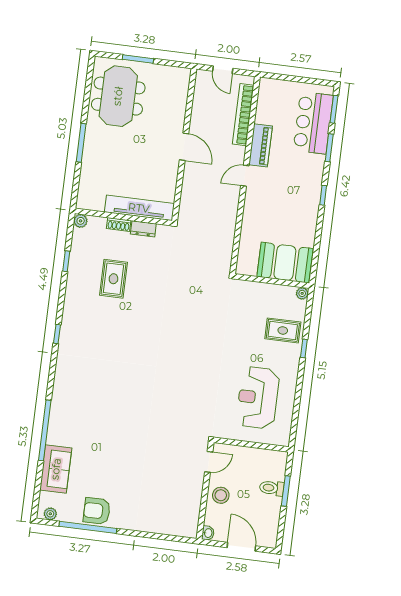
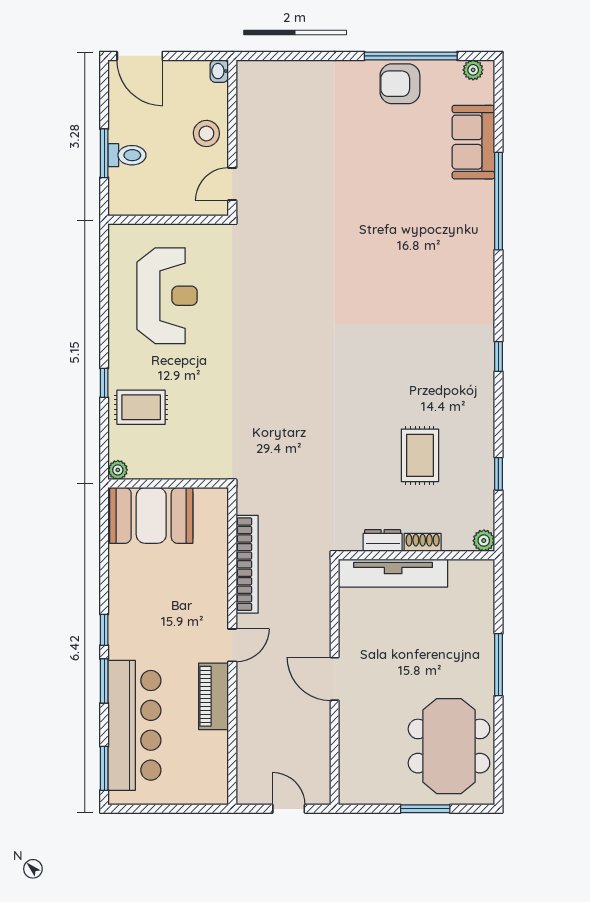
bookcase: (243, 115) -> (247, 564), moved
bar counter: (313, 123) -> (134, 725), width x1.36
window: (329, 148) -> (104, 681), moved
armchair: (97, 511) -> (400, 84), turned 180
door: (241, 547) -> (140, 56), moved

